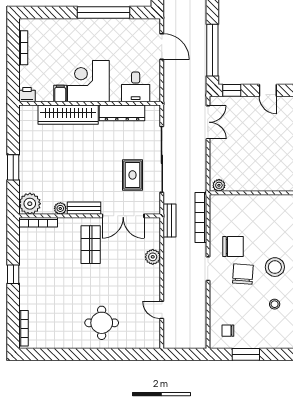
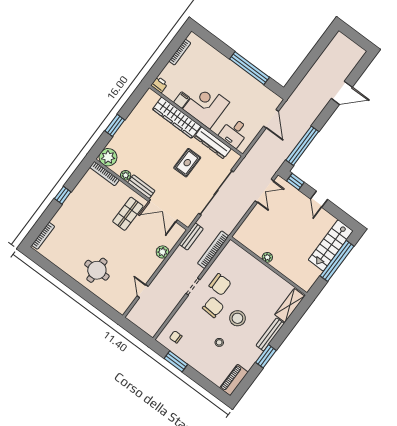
rug: (133, 175) -> (187, 163), moved
plant: (219, 185) -> (267, 257), moved

